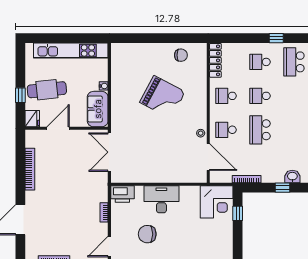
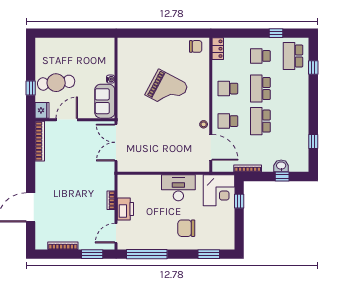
kitchen unit: (71, 51) -> (79, 45), removed
chair: (181, 55) -> (196, 46), moved
locker: (215, 60) -> (218, 49), width x0.66
school desk: (260, 96) -> (260, 89), width x1.85
bookcase: (30, 169) -> (40, 141), moved
washbasin: (292, 177) -> (281, 166), moved
printer: (122, 194) -> (125, 209), moved, turned -90
desk: (161, 199) -> (178, 188), moved
chair: (147, 234) -> (186, 228), moved

